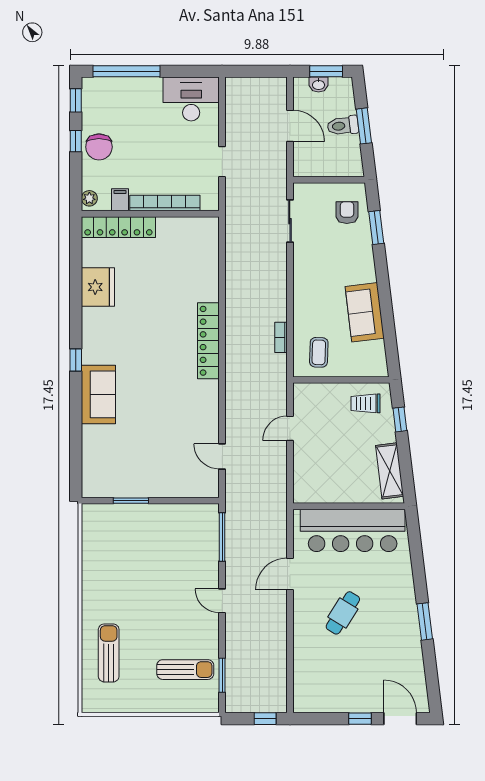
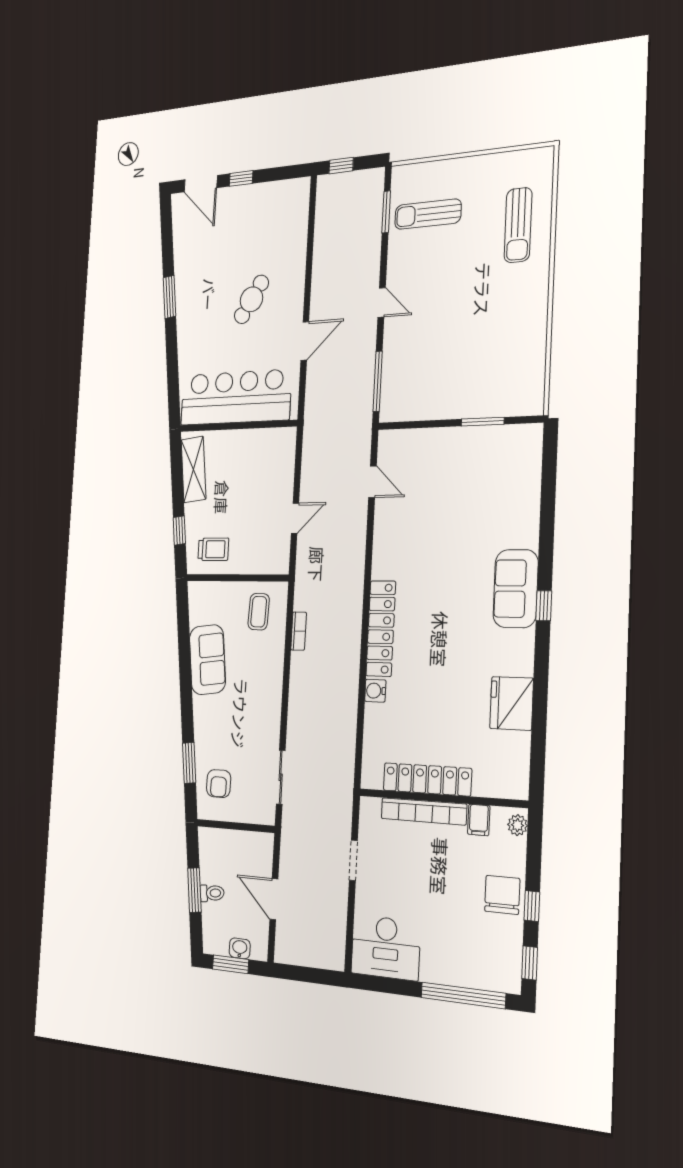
toilet: (343, 126) -> (212, 893), width x0.73, depth x0.72
locker: (118, 227) -> (427, 779), moved
water cooler: (211, 292) -> (375, 691), added
sofa: (98, 394) -> (516, 589), moved

